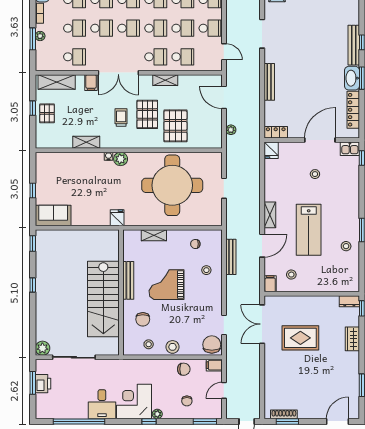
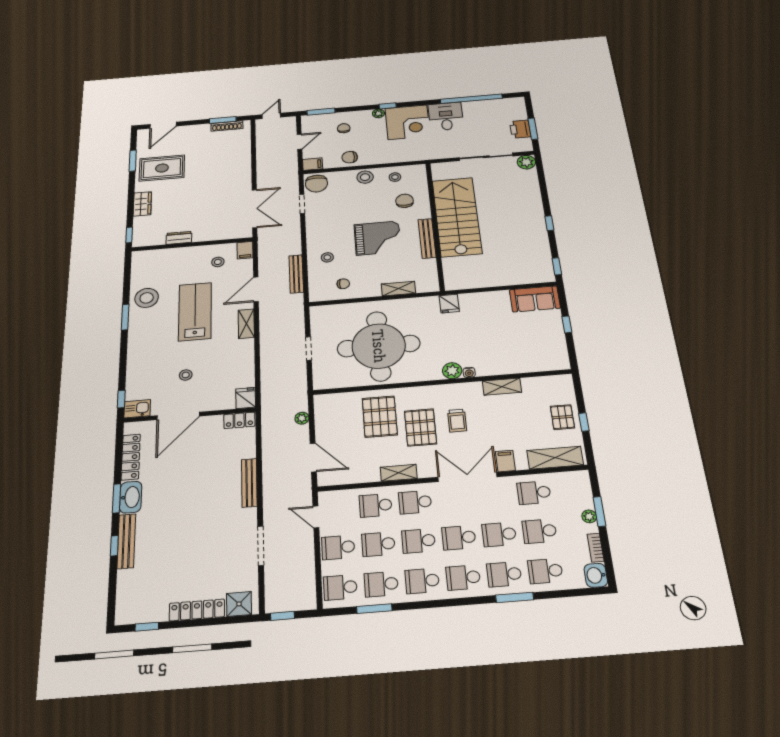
stool: (346, 246) -> (147, 298), width x1.89, depth x1.89
dresser: (349, 301) -> (179, 238), moved
rug: (300, 338) -> (162, 168), moved

